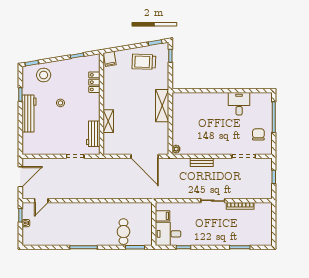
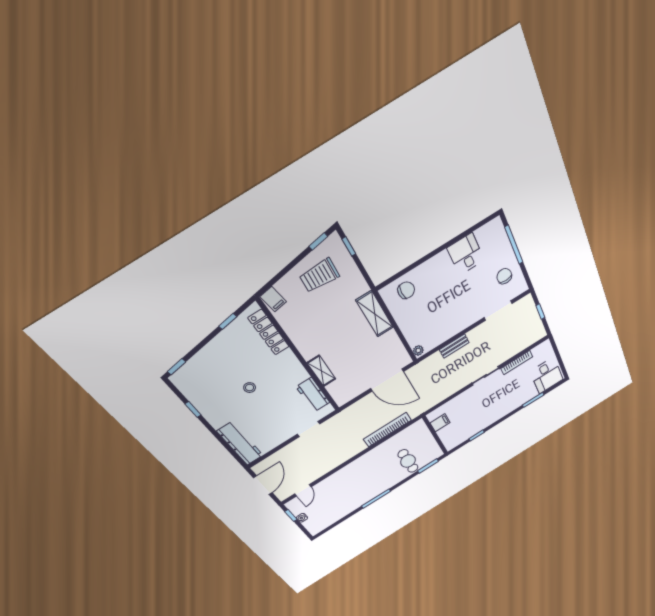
stool: (44, 75) -> (203, 371), removed
locker: (94, 82) -> (269, 332), width x1.53
chair: (190, 103) -> (406, 290), added
workbench: (29, 113) -> (240, 443), moved
bookcase: (124, 194) -> (387, 430), added
desk: (168, 234) -> (547, 376), moved, turned -90

